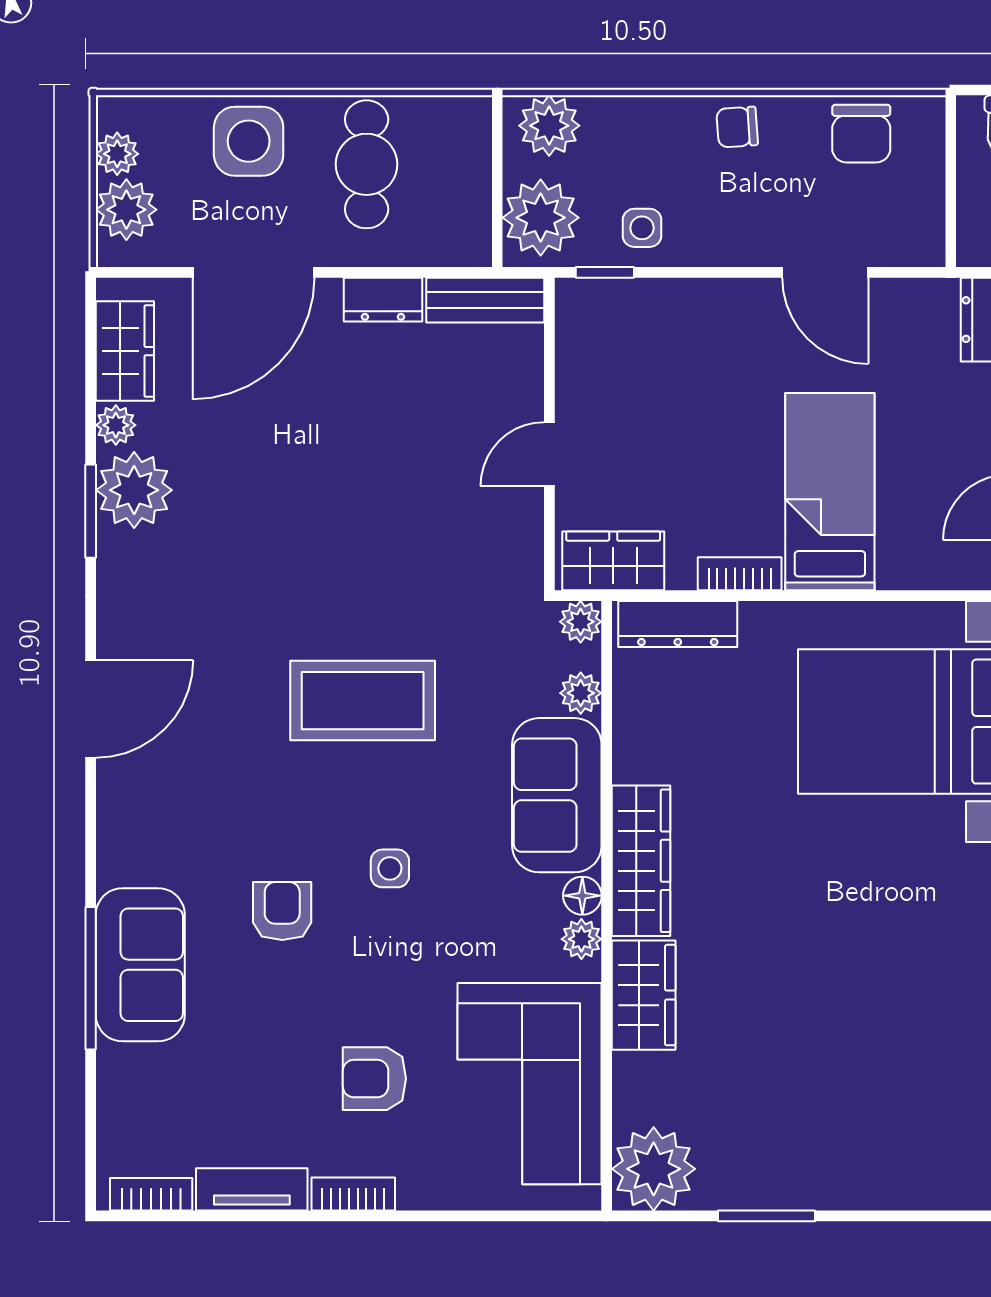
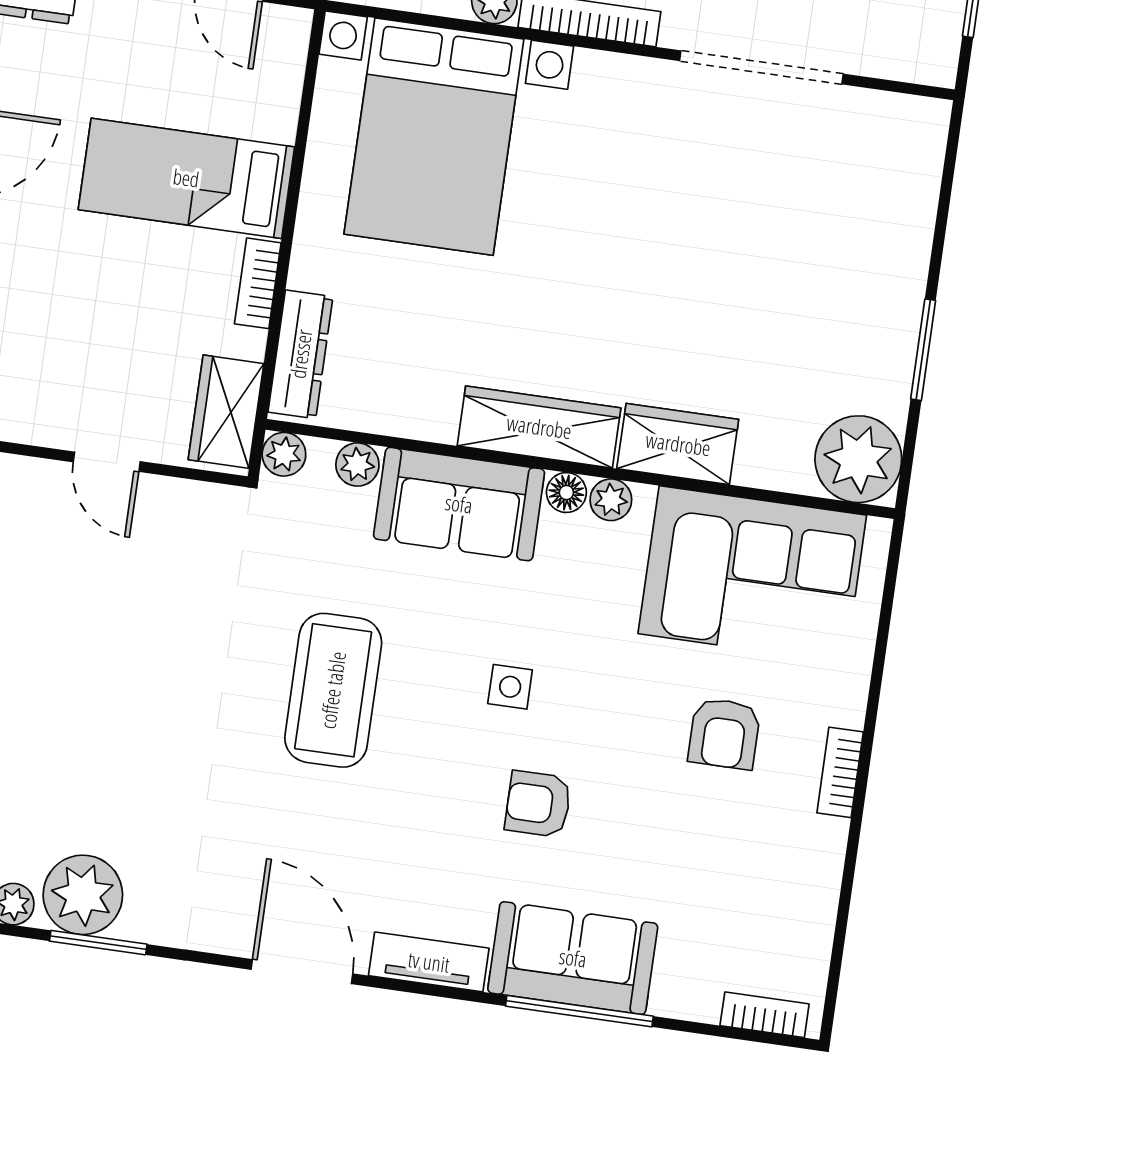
tv unit: (252, 1189) -> (429, 962), moved, turned 90
bookcase: (151, 1194) -> (765, 1015), moved, turned 90

